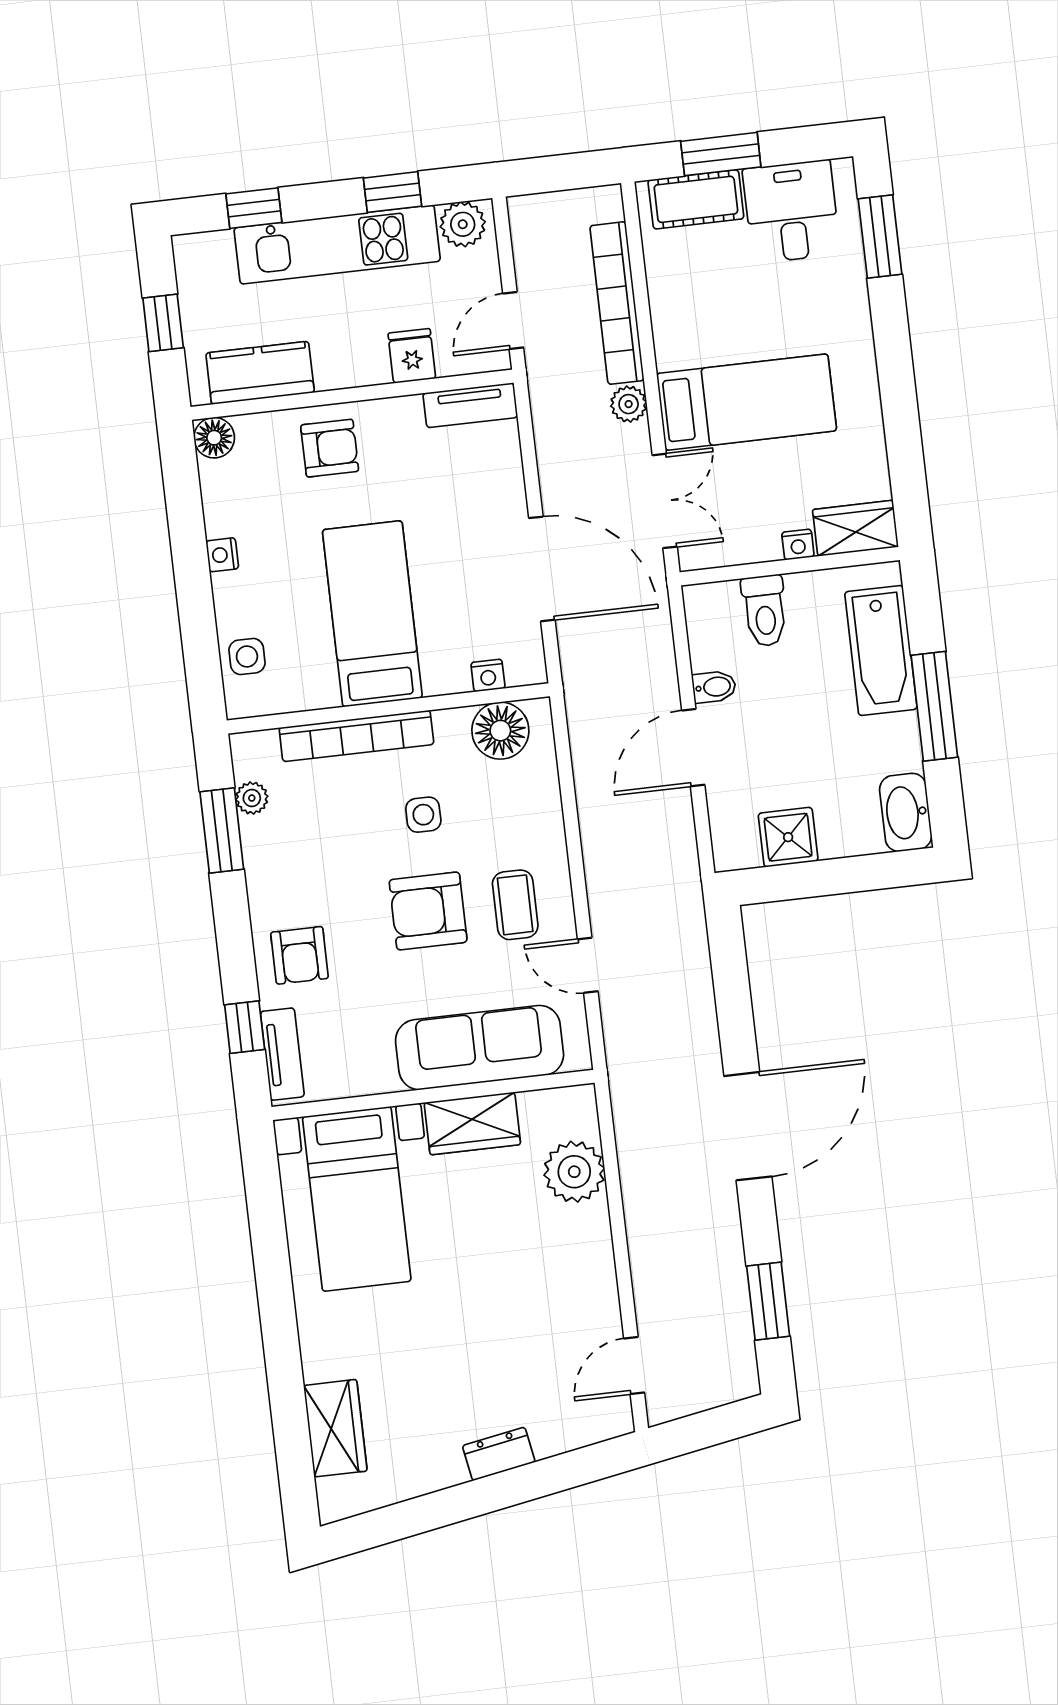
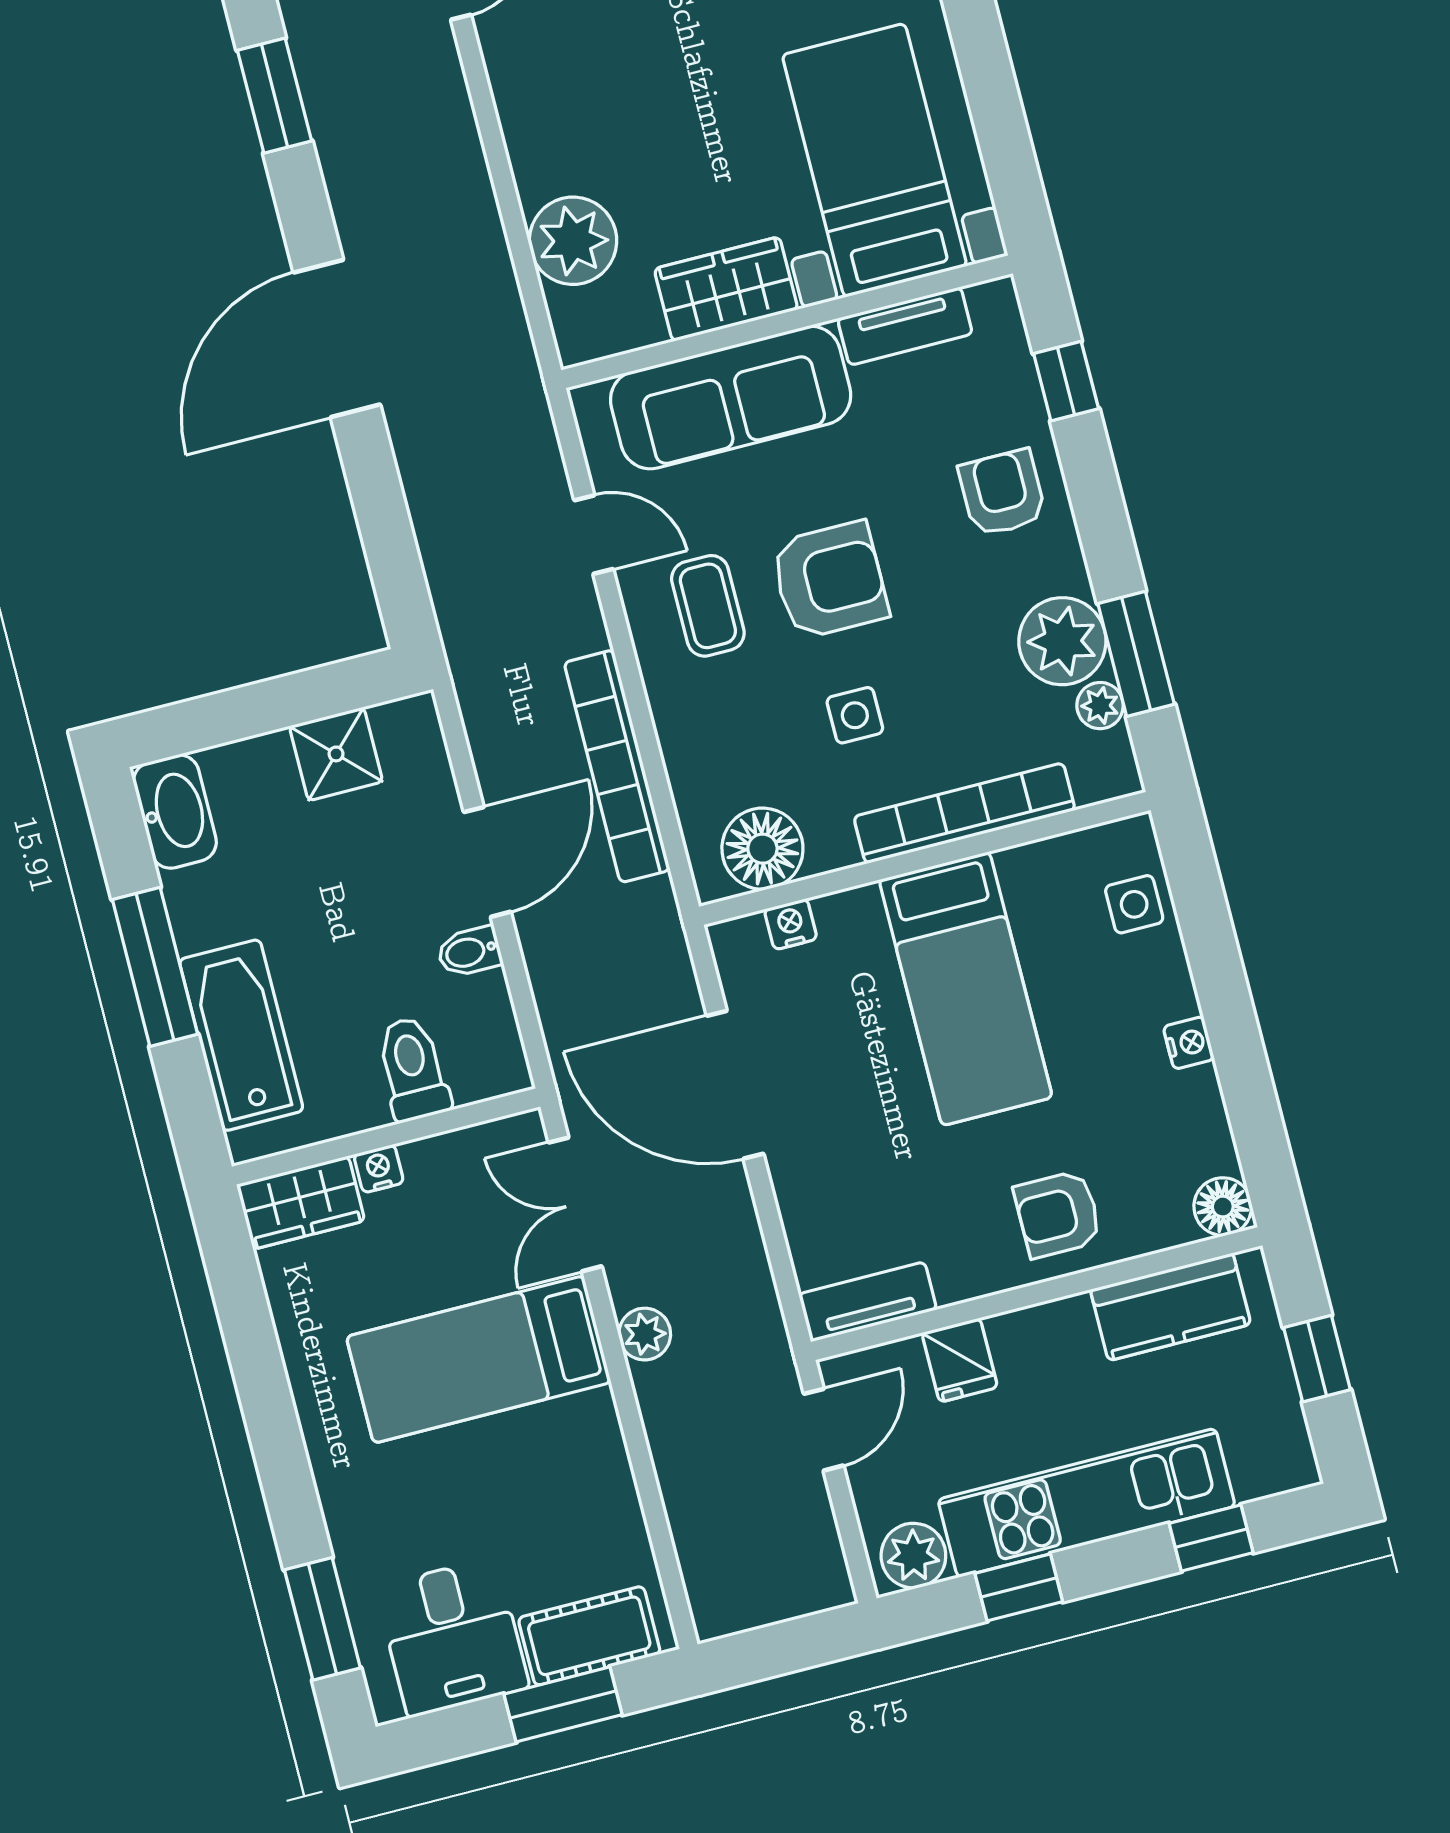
bookcase: (617, 303) -> (617, 766), moved, turned 180
plant: (272, 846) -> (1062, 641), added
tv unit: (282, 1054) -> (905, 326), moved, turned -90

